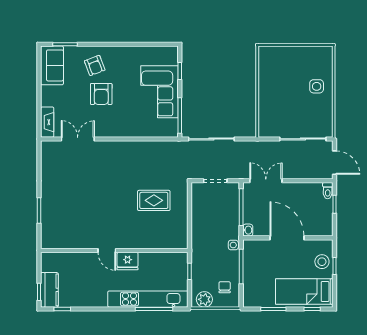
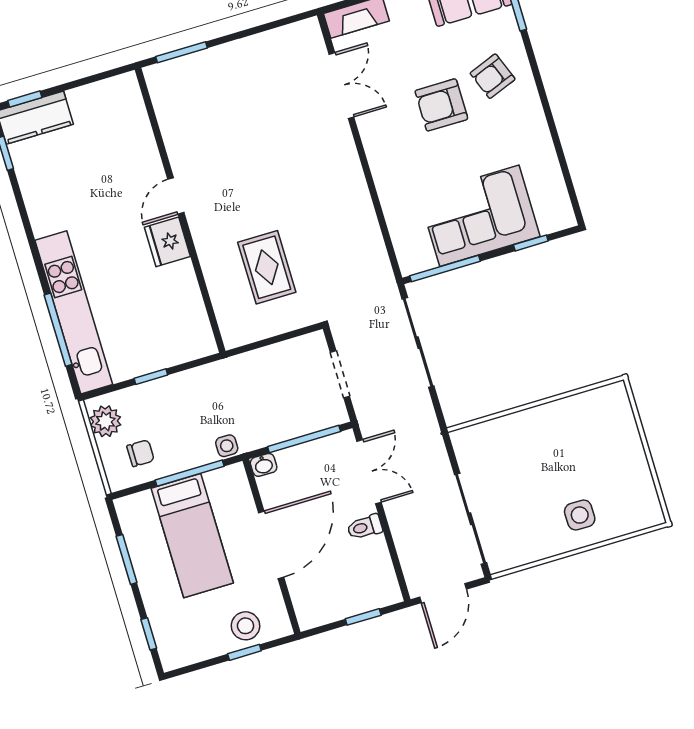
toilet: (328, 191) -> (365, 527), moved
door: (107, 250) -> (176, 196), moved
wall: (114, 250) -> (180, 210), moved
fridge: (128, 261) -> (167, 242), moved
bed: (304, 292) -> (192, 536), moved, turned 180

